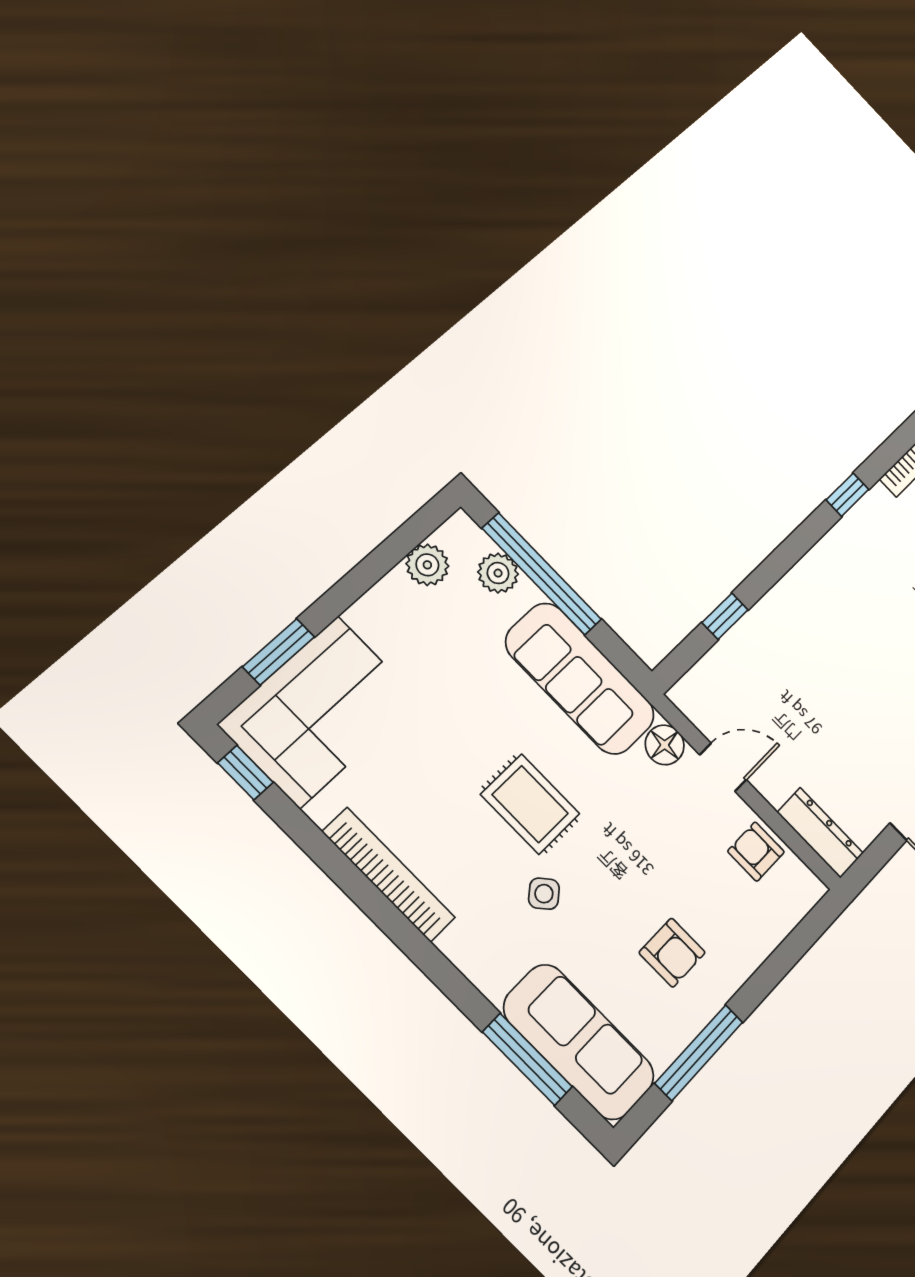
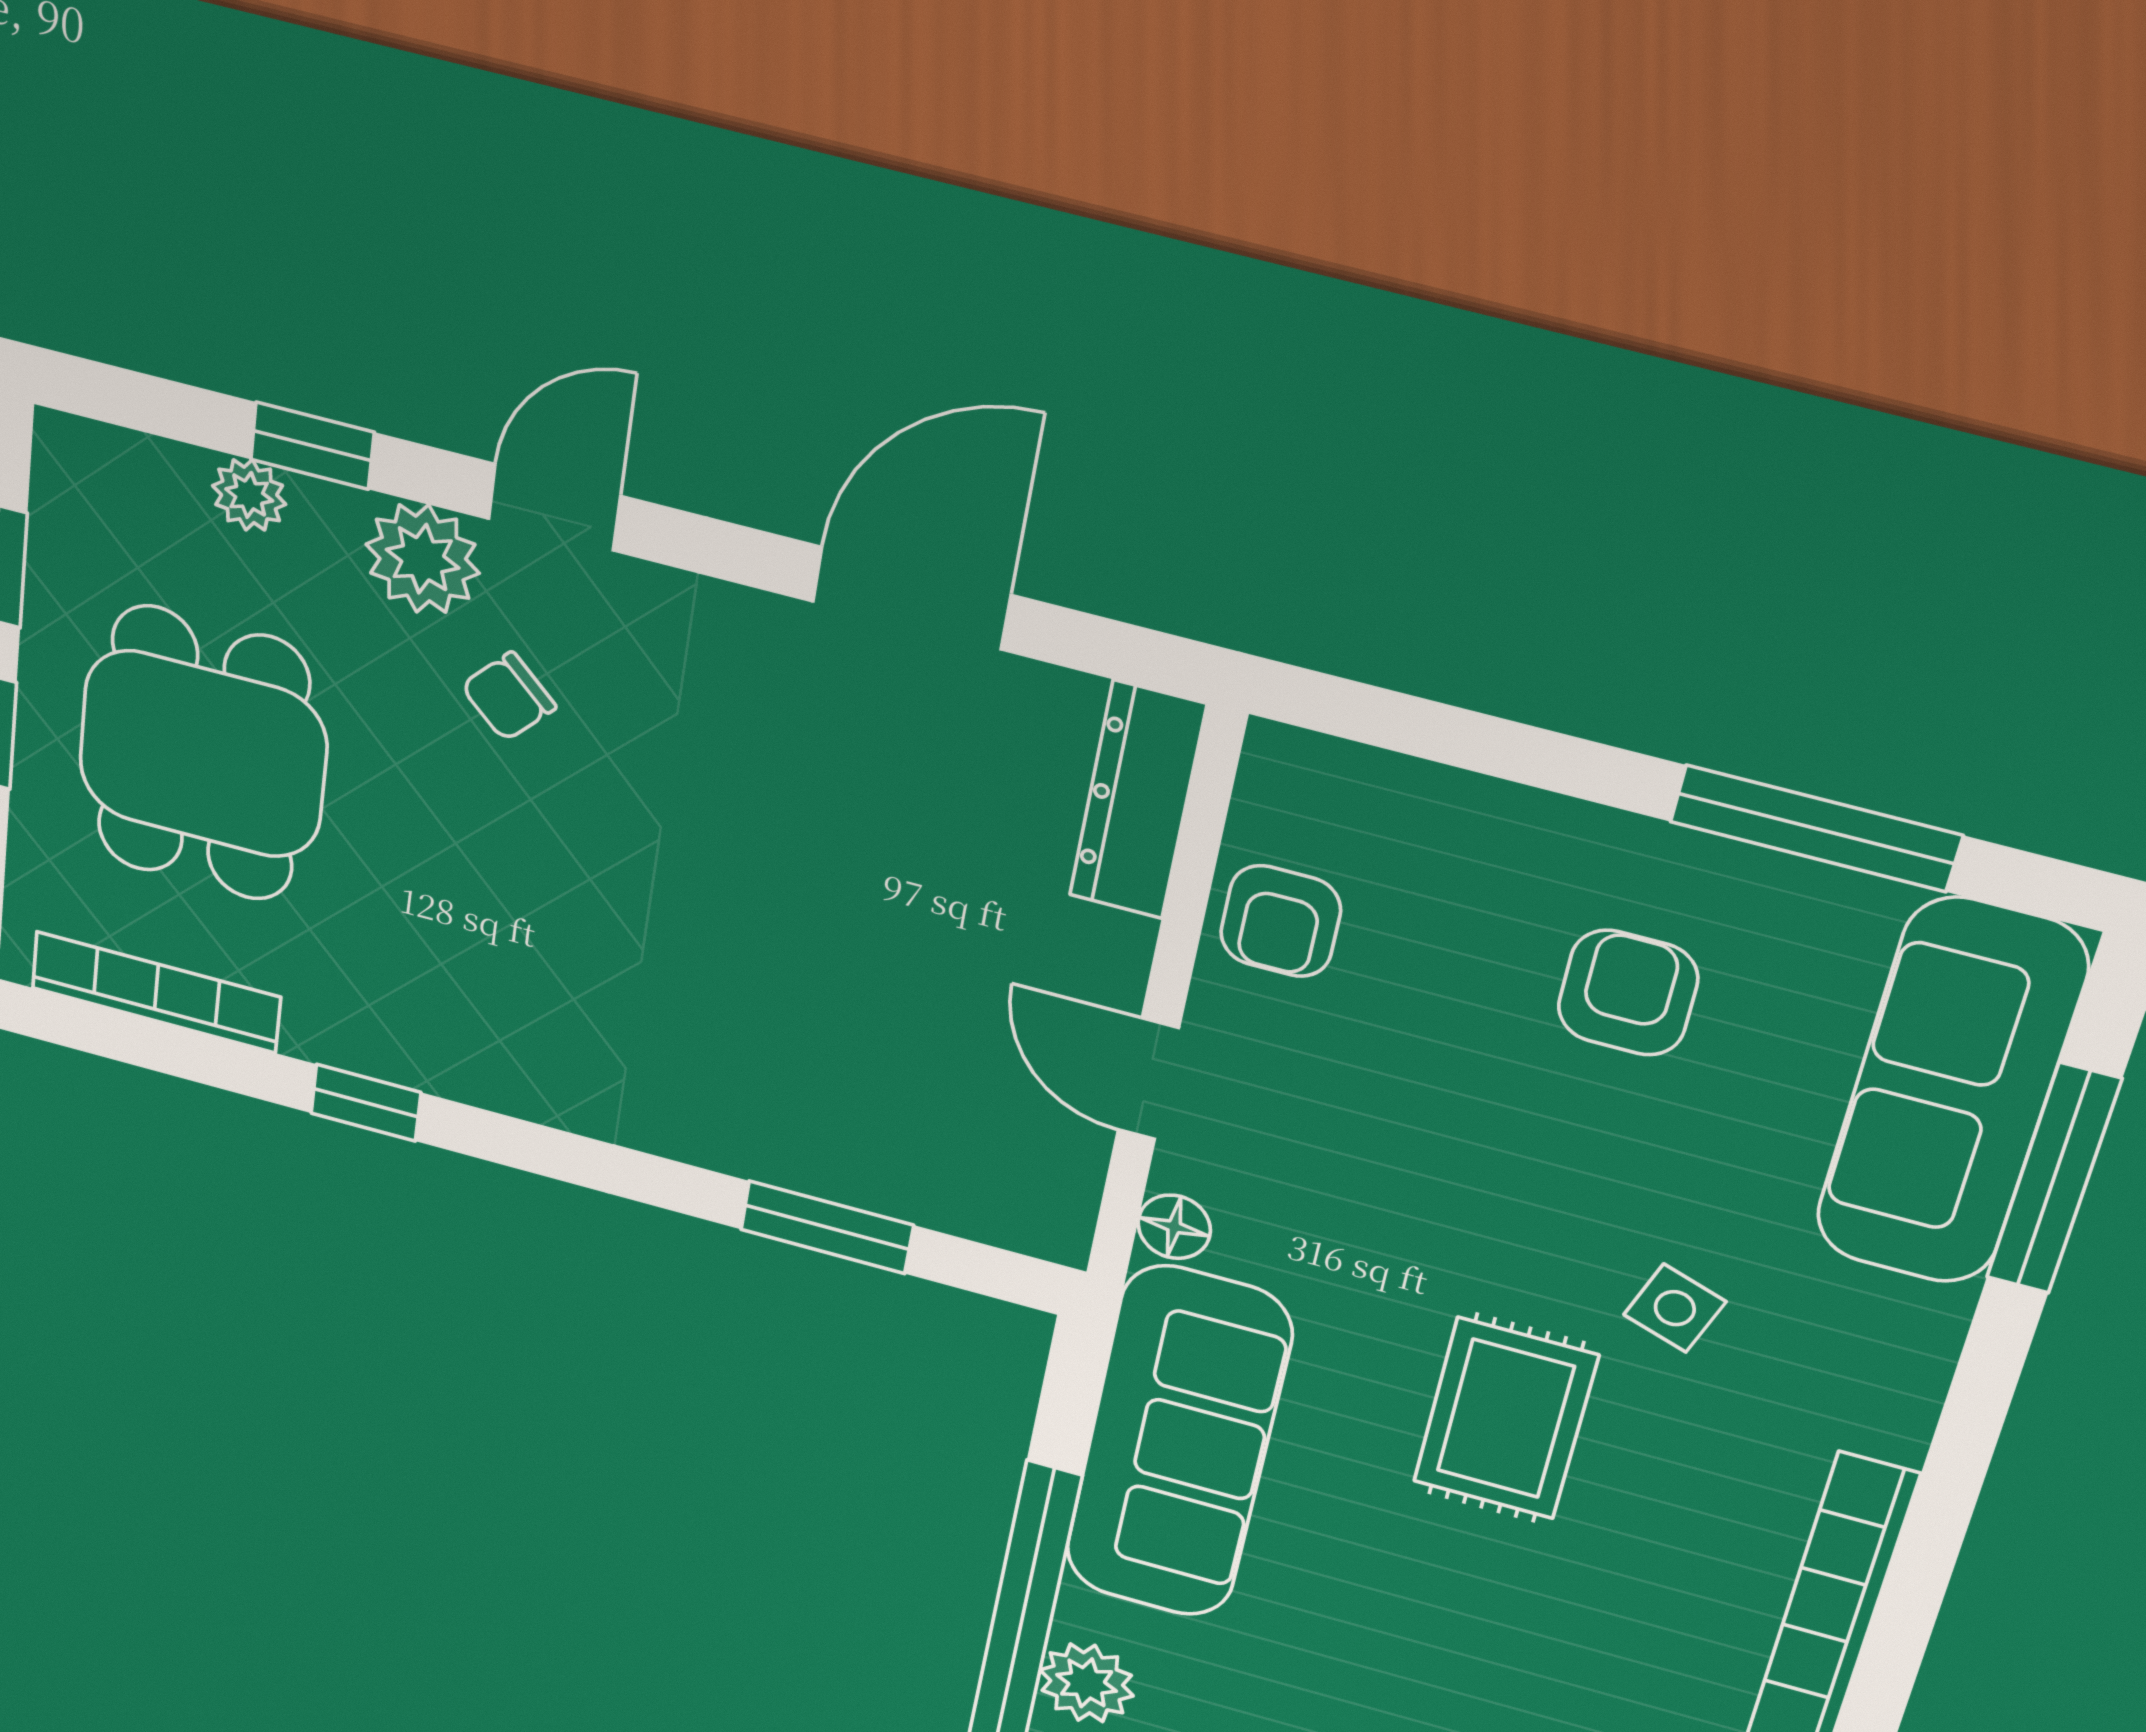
window: (725, 616) -> (827, 1227), width x1.50
floor lamp: (665, 745) -> (1174, 1227), width x0.73, depth x0.73
side table: (544, 894) -> (1675, 1308), turned -31

